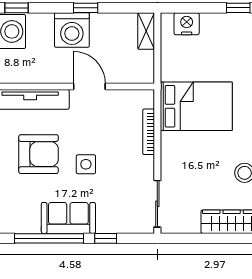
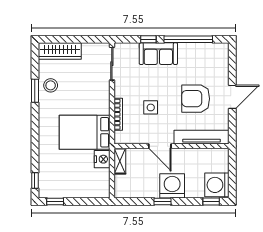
nightstand: (187, 24) -> (102, 159), moved, turned -90
shelving: (146, 31) -> (120, 161), moved
side table: (86, 164) -> (151, 107), moved
sofa: (68, 218) -> (158, 54), moved

